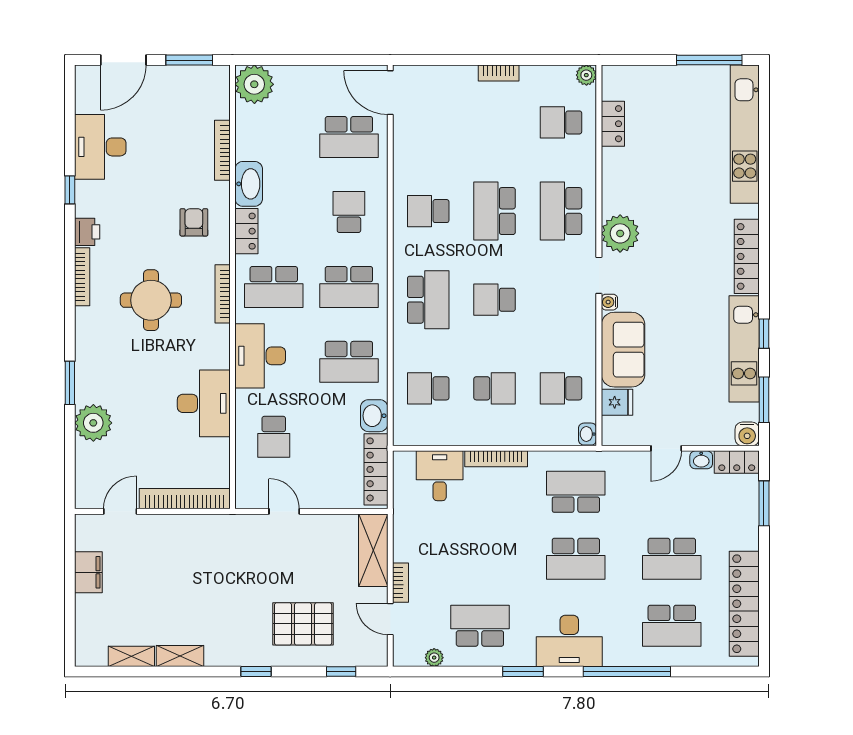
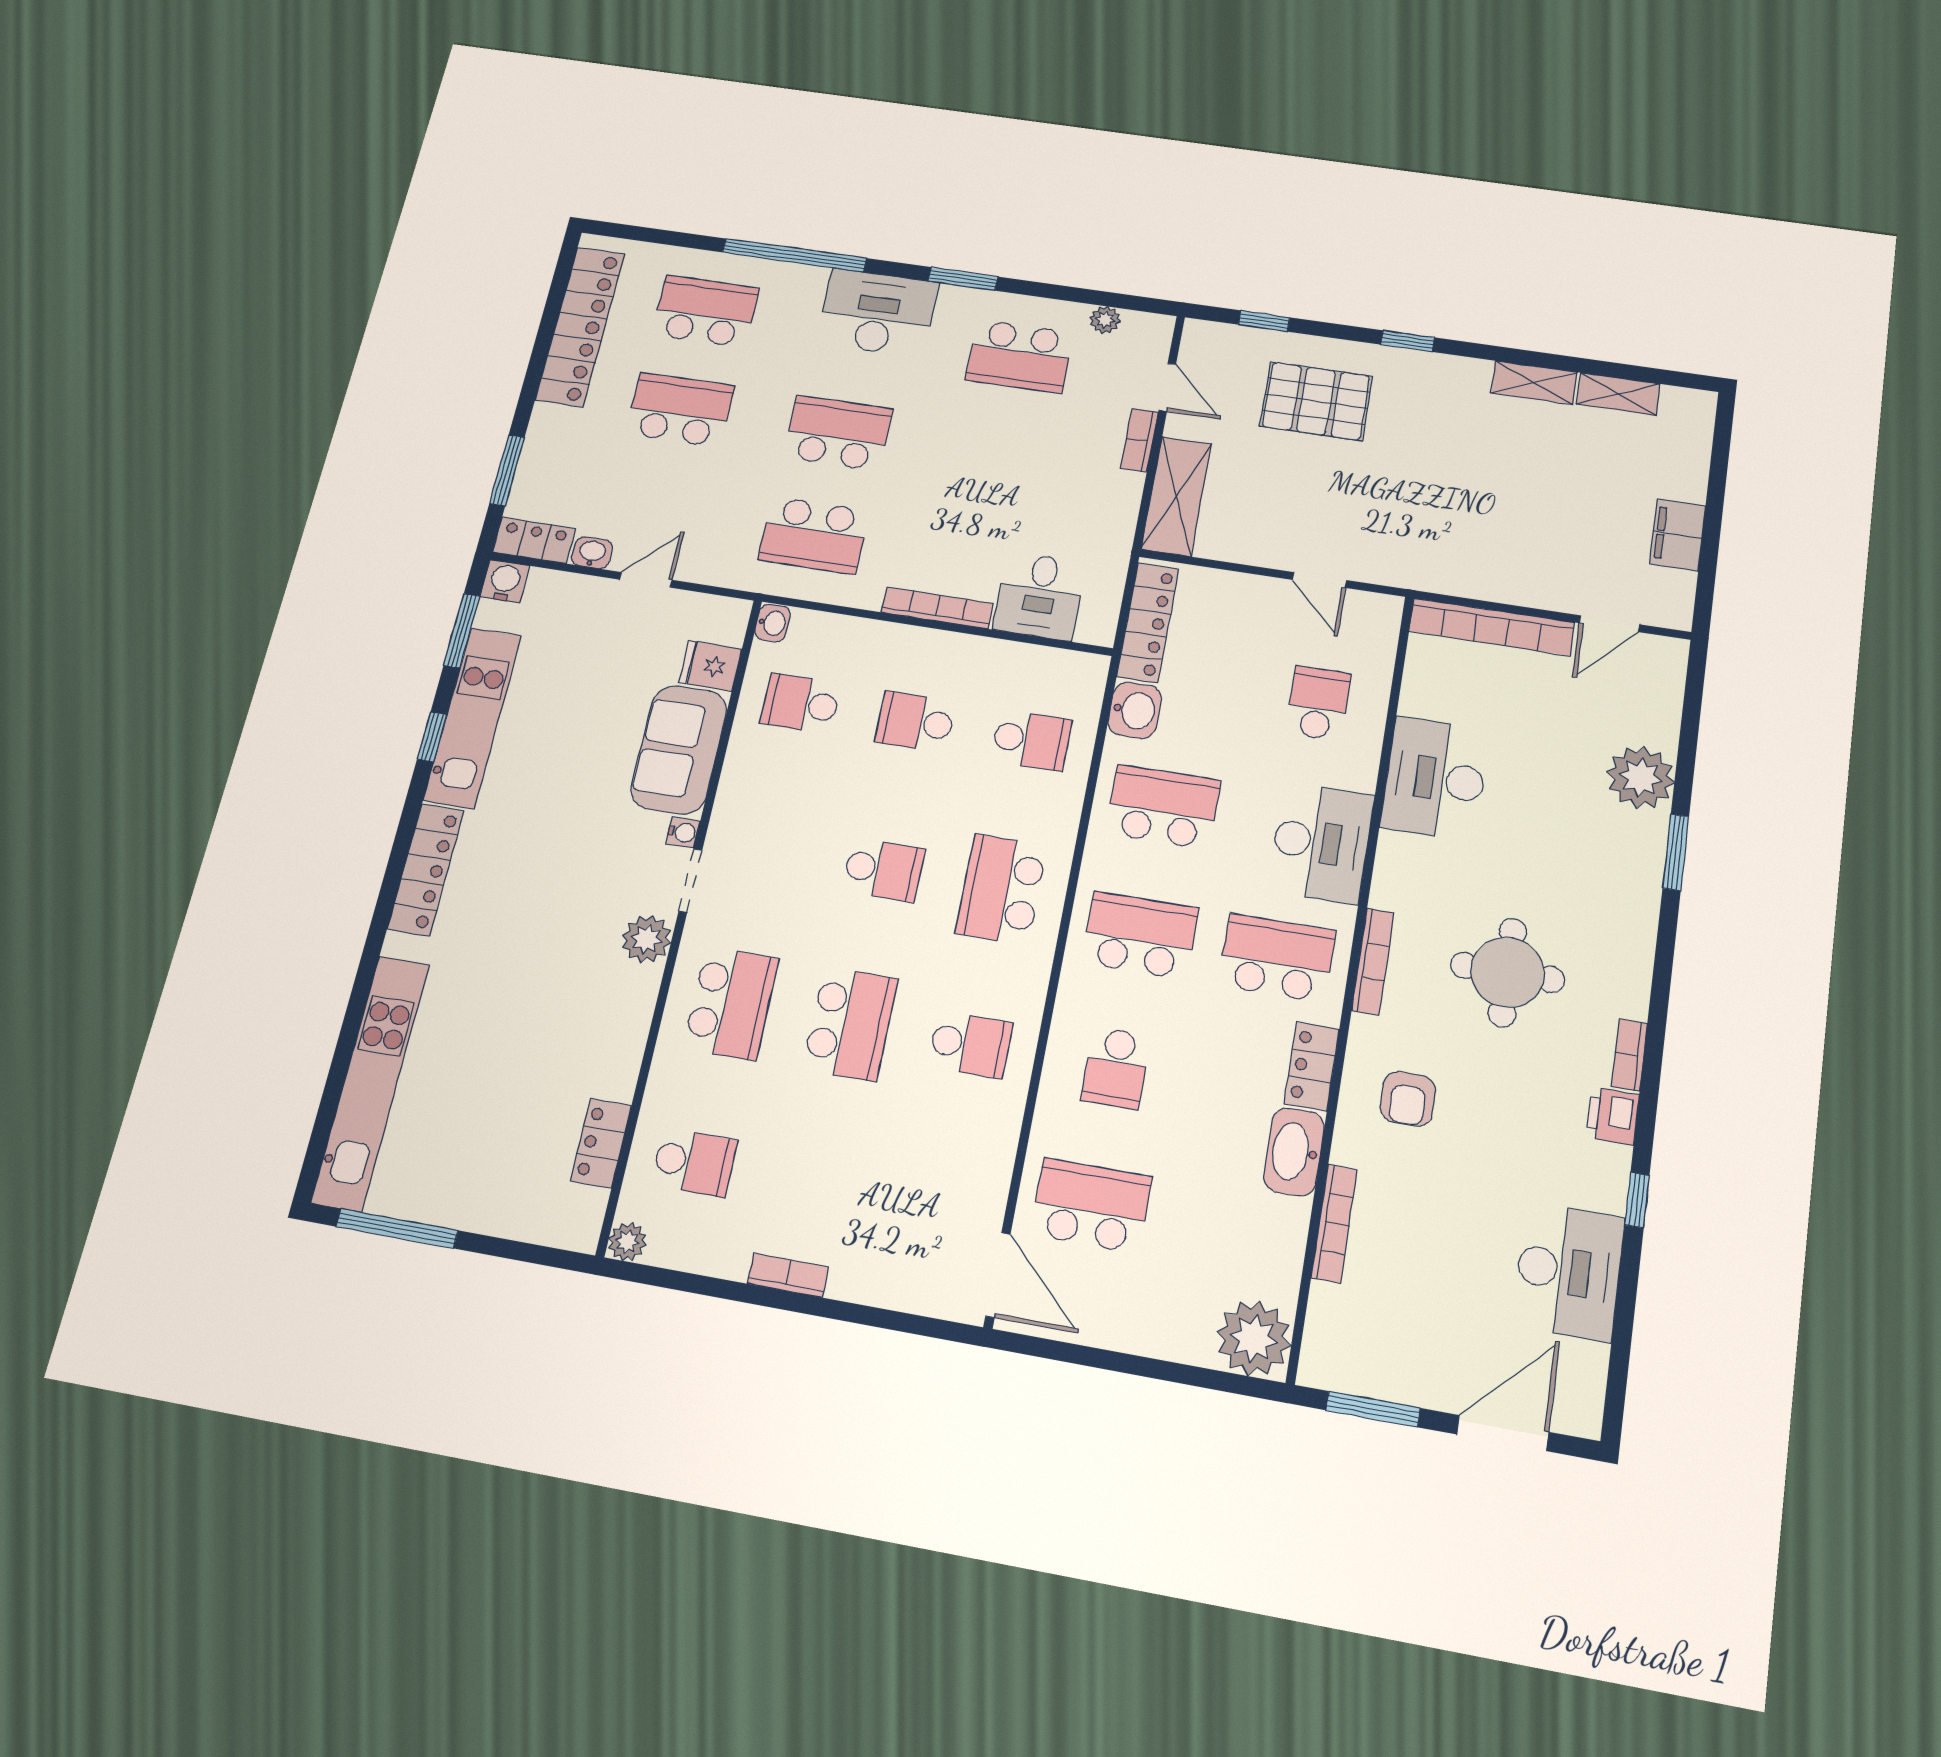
plant: (620, 233) -> (647, 939), width x0.73, depth x0.73
bookcase: (82, 277) -> (1629, 1055), width x0.64
school desk: (561, 388) -> (801, 703), turned 180

